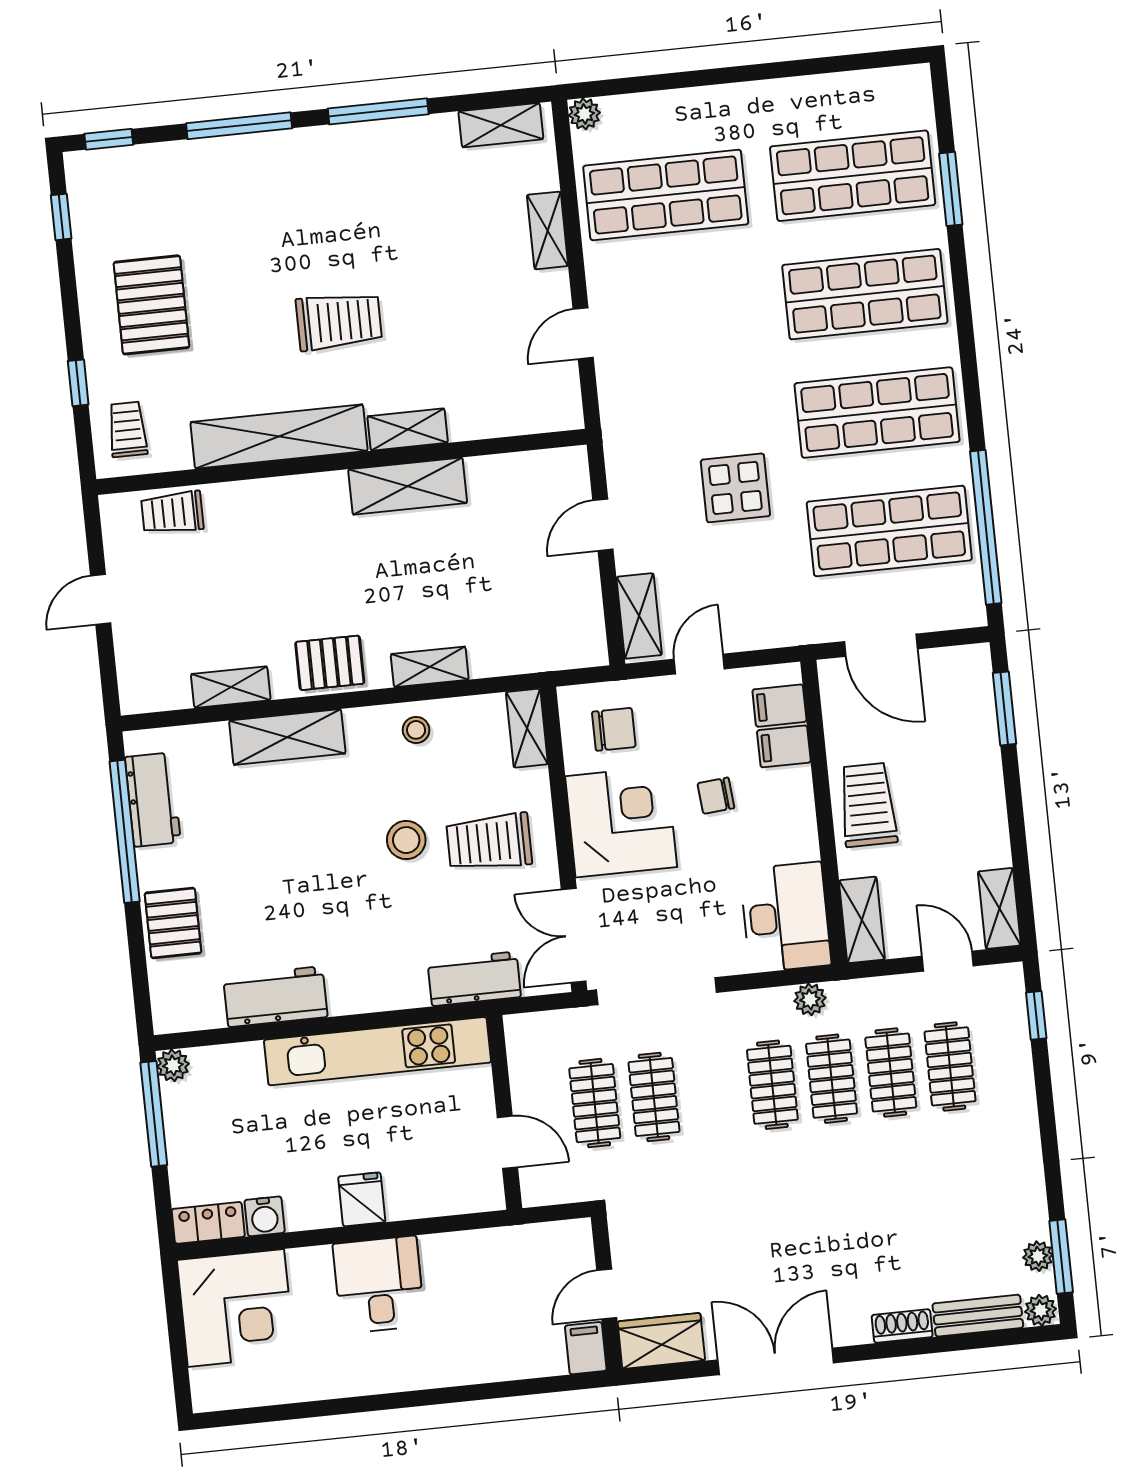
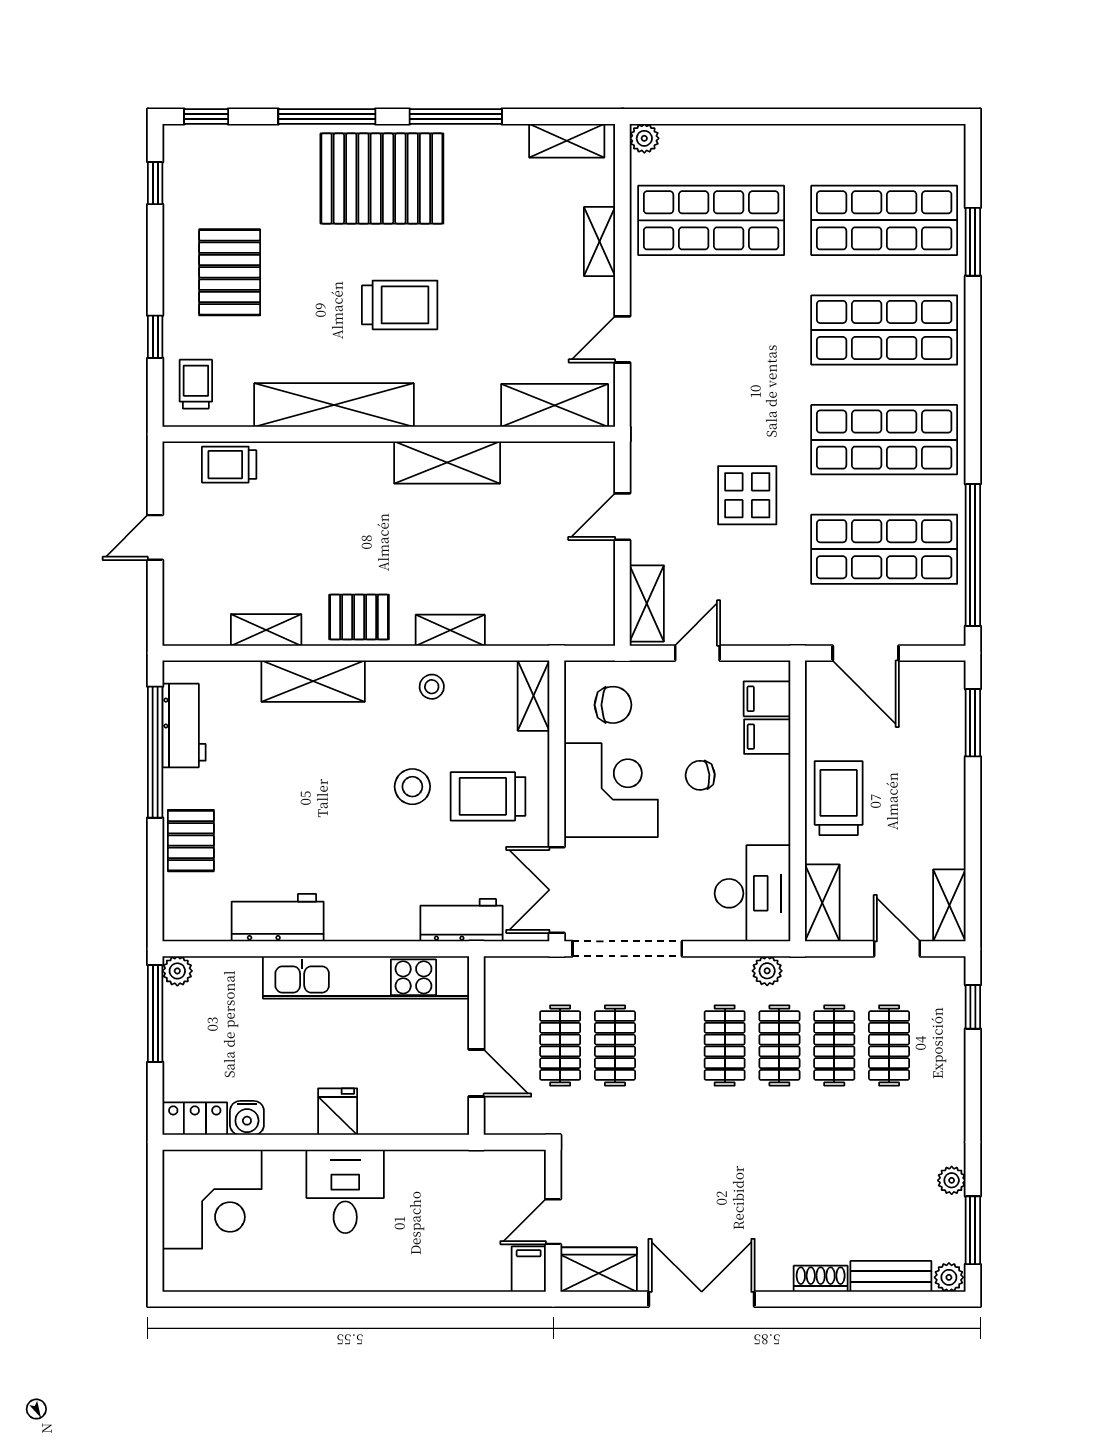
pallet: (305, 187) -> (382, 179), added
shelving: (408, 430) -> (555, 405), moved, width x1.50, depth x1.33
plant: (1038, 1256) -> (952, 1180), moved

